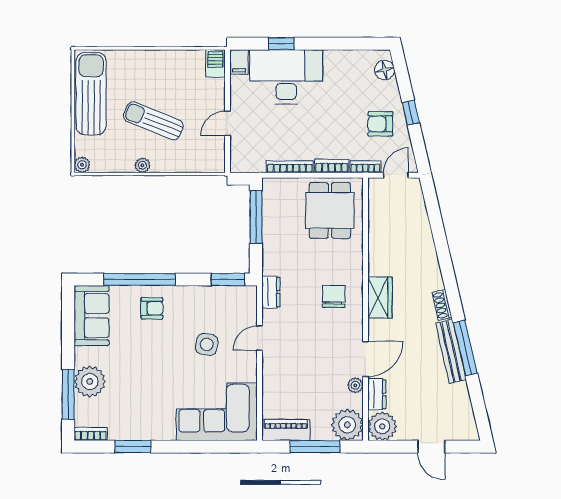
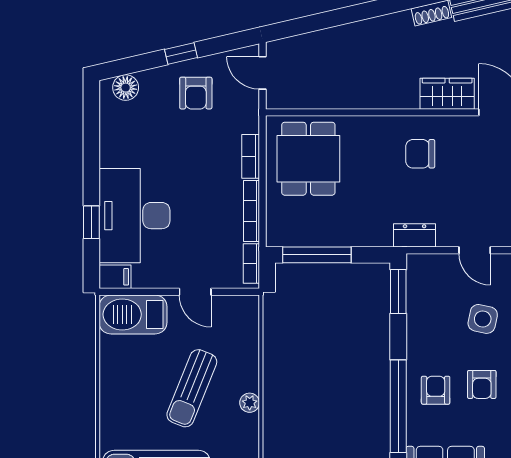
barbecue: (215, 63) -> (133, 314), width x1.88, depth x1.53
bookcase: (365, 167) -> (251, 264), moved
dining table: (330, 210) -> (308, 159), turned 90
wardrobe: (380, 298) -> (447, 94), moved
armchair: (156, 344) -> (482, 384), added

